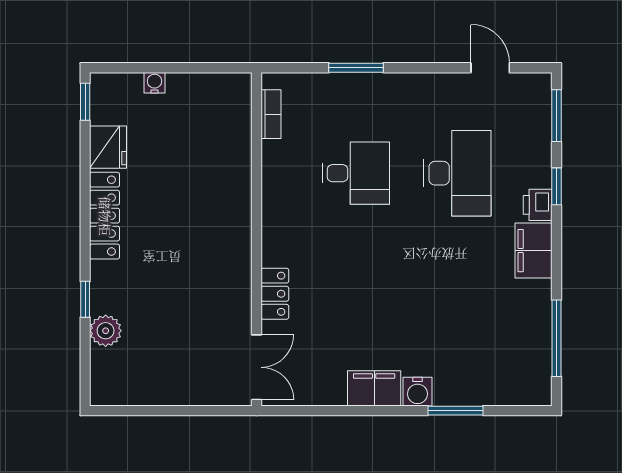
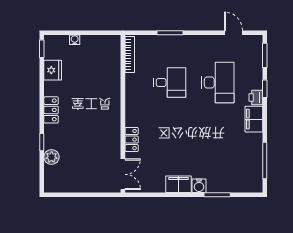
bookcase: (271, 114) -> (130, 55), width x1.56
locker: (105, 216) -> (51, 110), width x0.66

